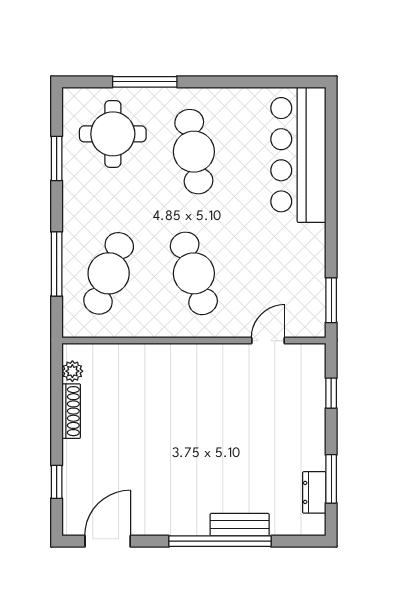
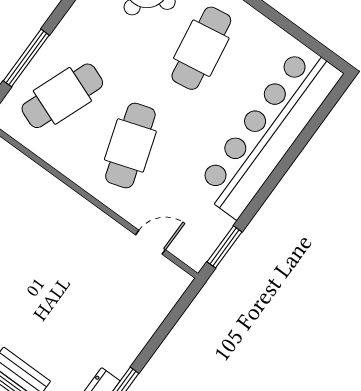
bar counter: (298, 155) -> (269, 131), width x1.36
window: (331, 393) -> (170, 321), removed

